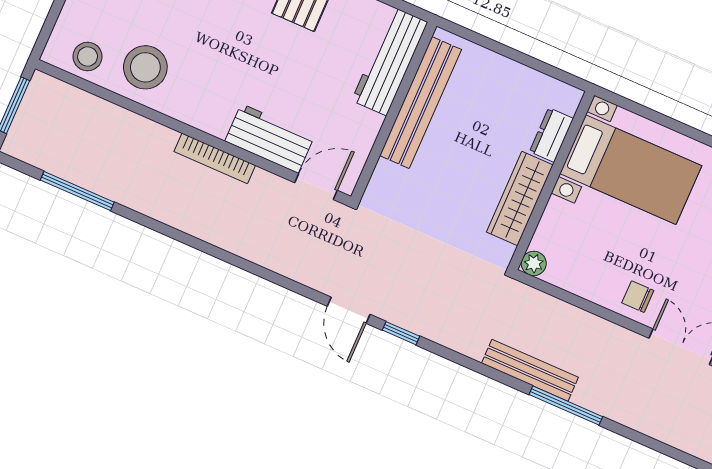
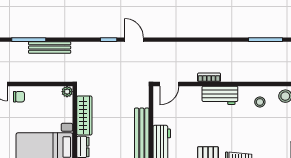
stool: (145, 67) -> (260, 102), width x0.53, depth x0.53
workbench: (270, 138) -> (220, 95), moved
bookcase: (215, 158) -> (209, 77), width x0.64

